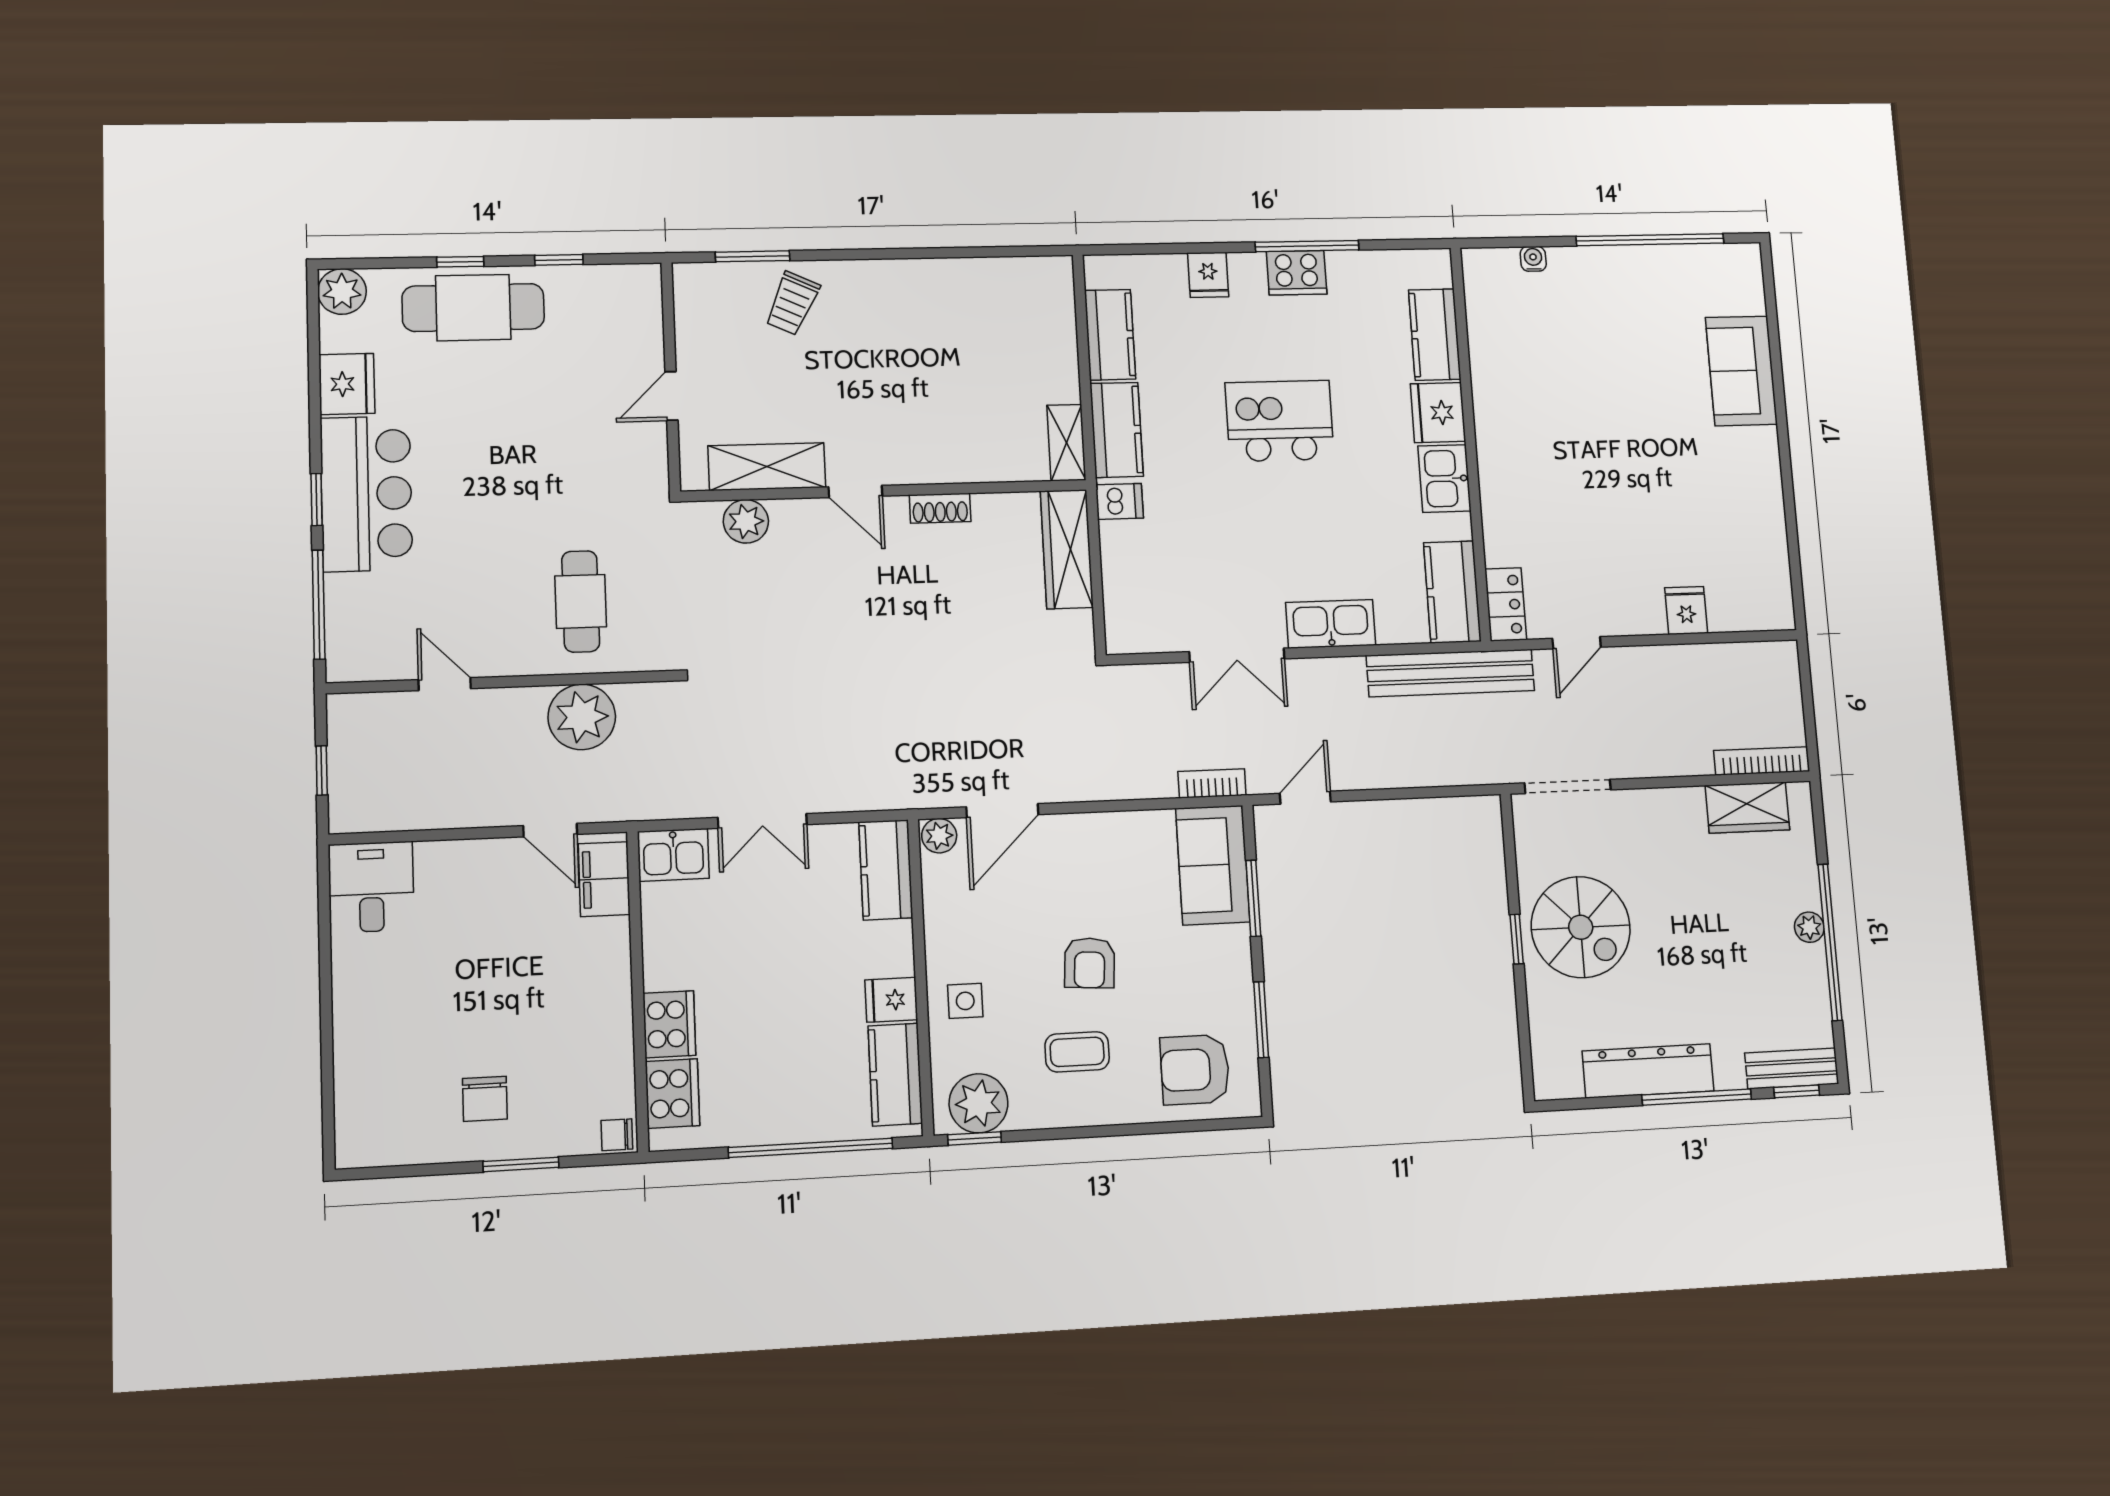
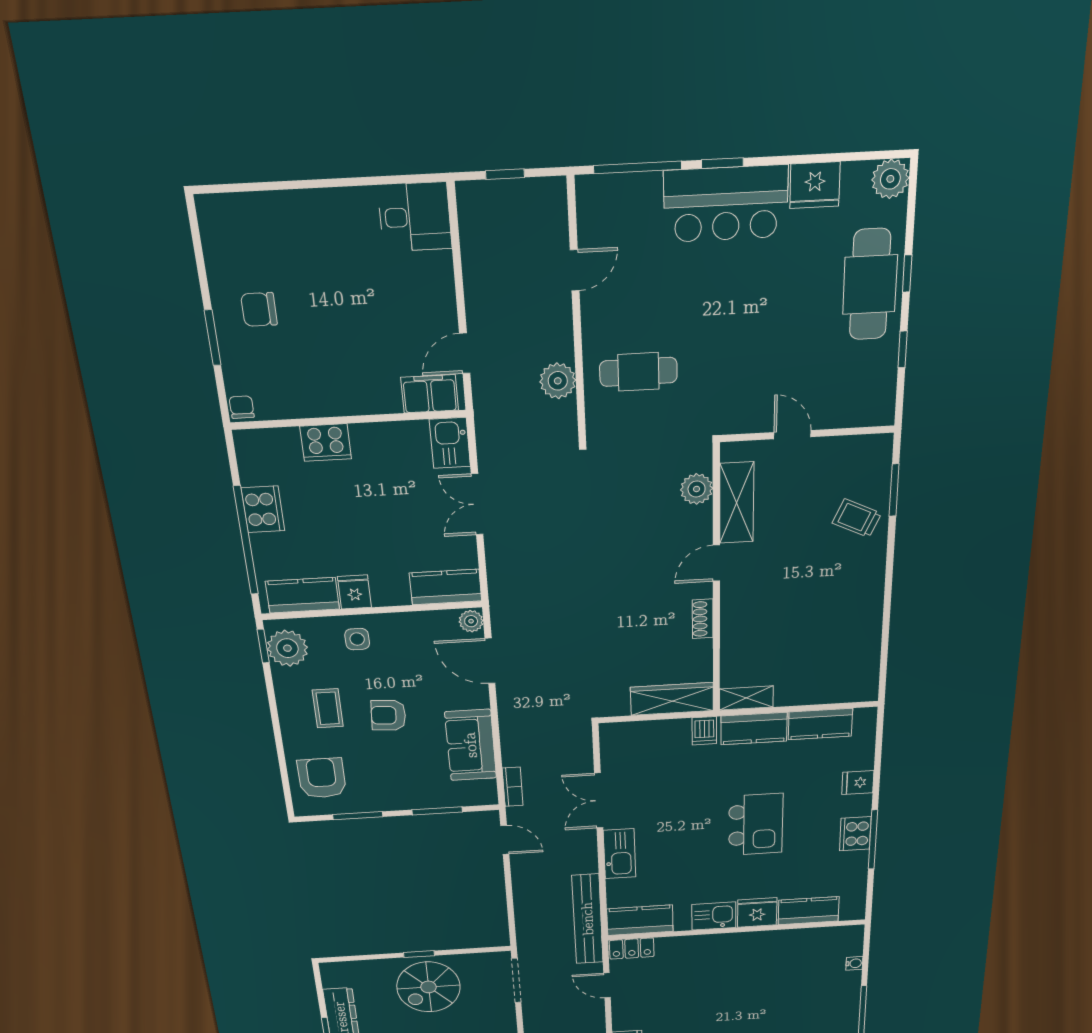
plant: (582, 717) -> (558, 381), width x0.73, depth x0.73
sofa: (1213, 865) -> (471, 745), moved, turned -90
cooker: (672, 1094) -> (263, 509), moved, turned -90

